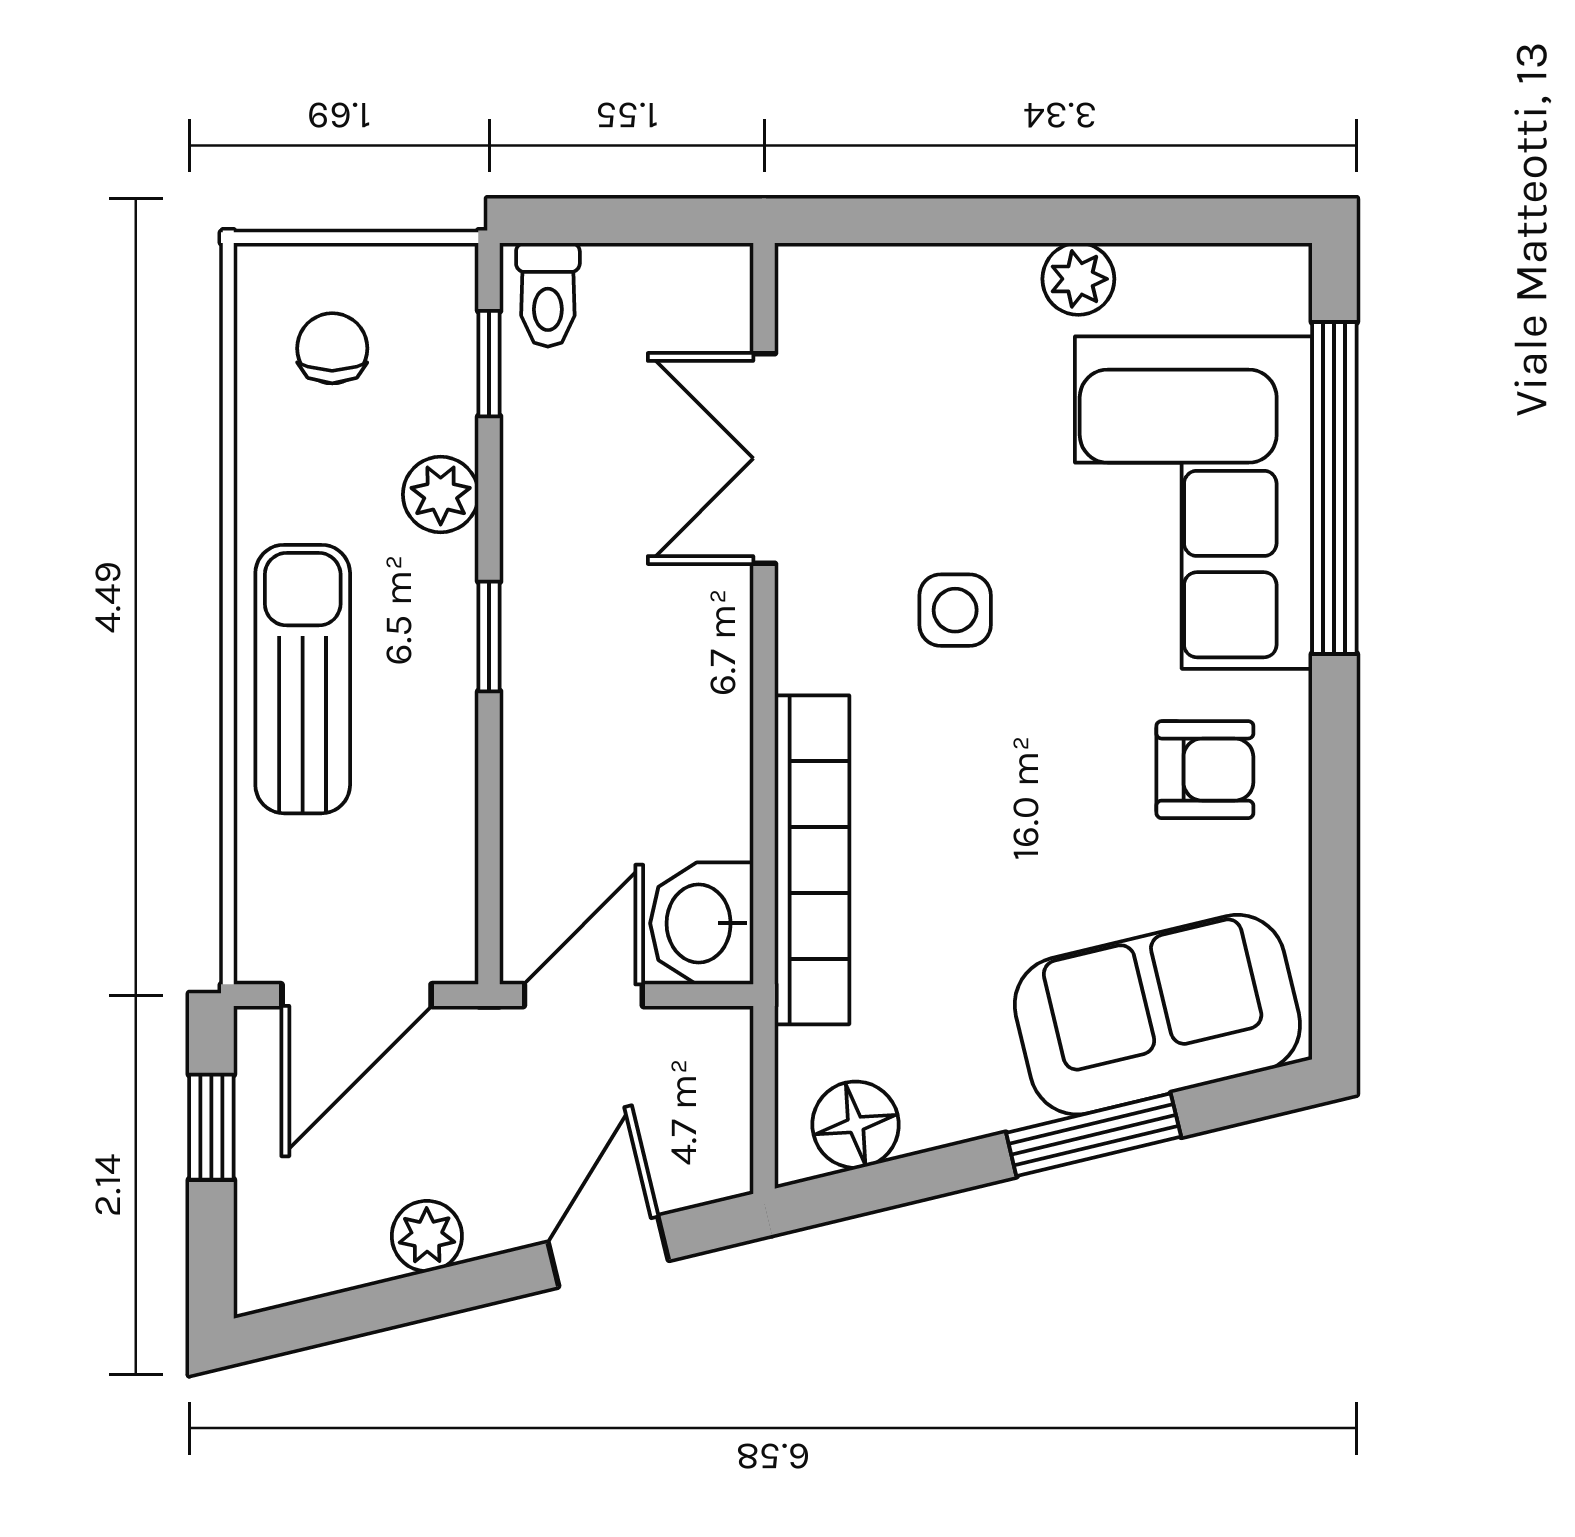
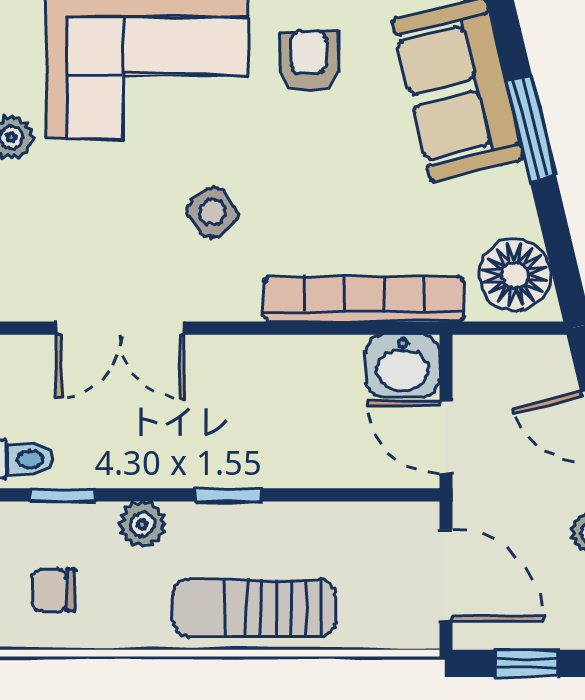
side table: (955, 610) -> (212, 212), turned -37
floor lamp: (856, 1125) -> (515, 275), width x1.38, depth x1.38

